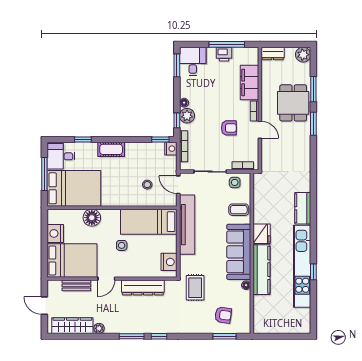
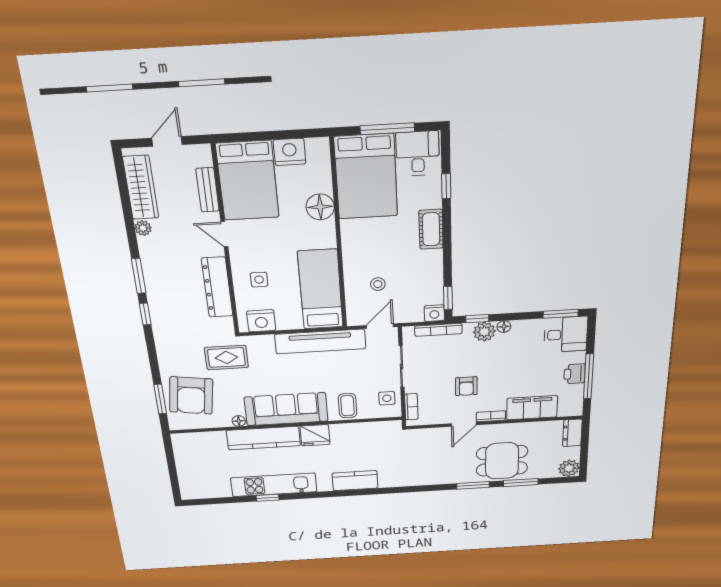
side table: (122, 245) -> (259, 280), moved
kitchen unit: (302, 266) -> (274, 485), width x0.73
armchair: (223, 315) -> (191, 395), width x1.88, depth x1.88

